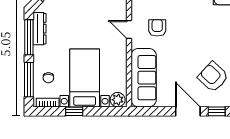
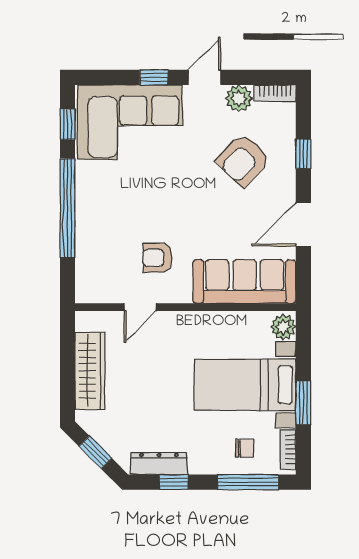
door: (129, 30) -> (140, 307), moved
window: (29, 37) -> (174, 482), width x0.46
window: (74, 111) -> (303, 403), width x1.50
door: (188, 111) -> (303, 224), moved

